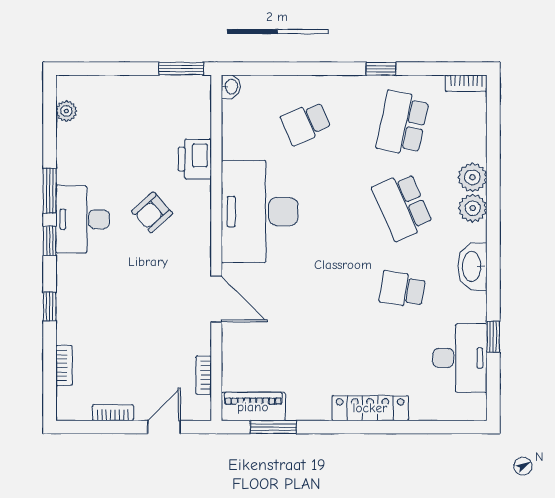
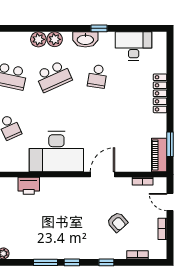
armchair: (152, 212) -> (117, 222), moved
desk: (82, 219) -> (61, 245), removed
window: (493, 337) -> (99, 28), moved

